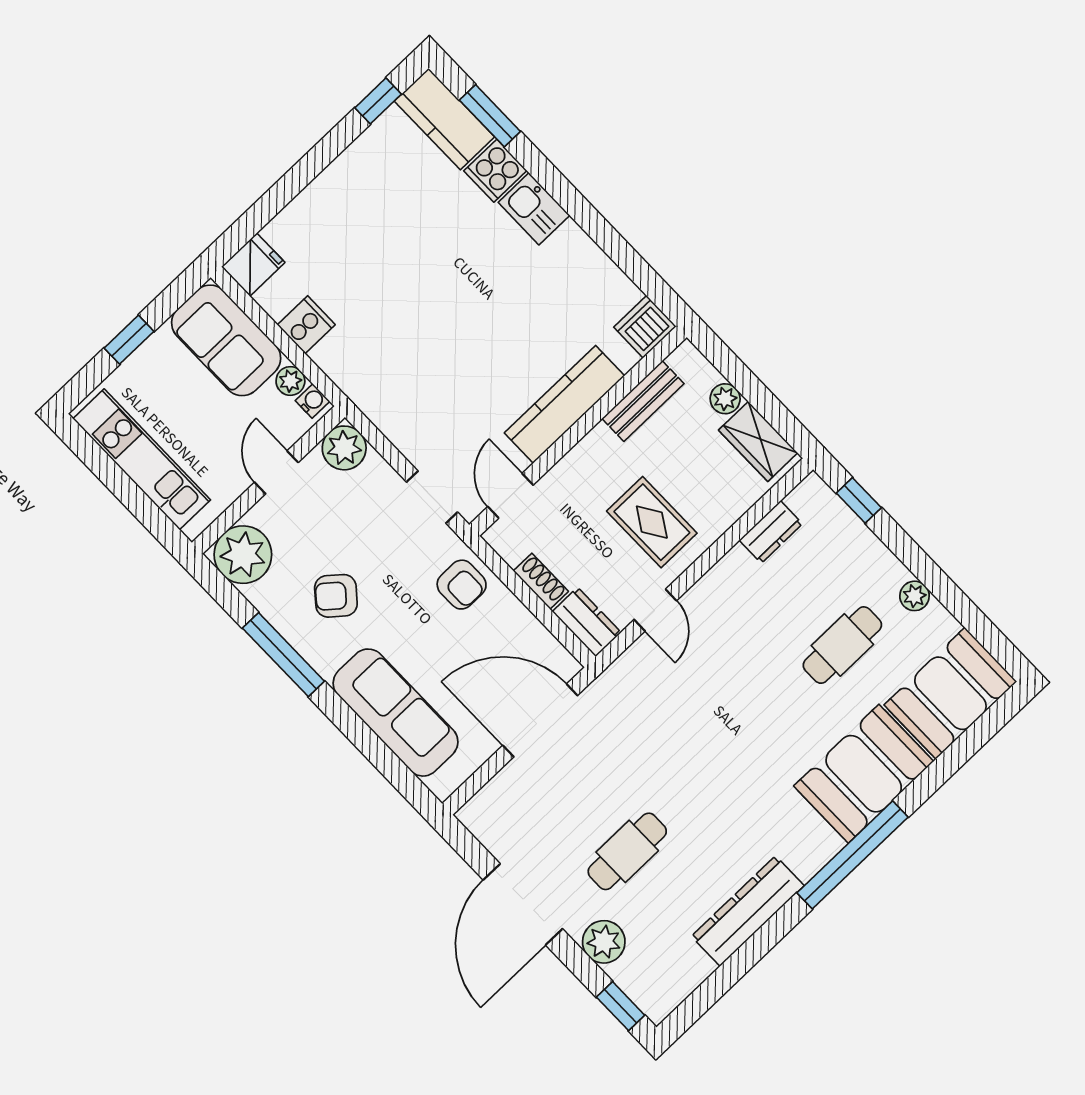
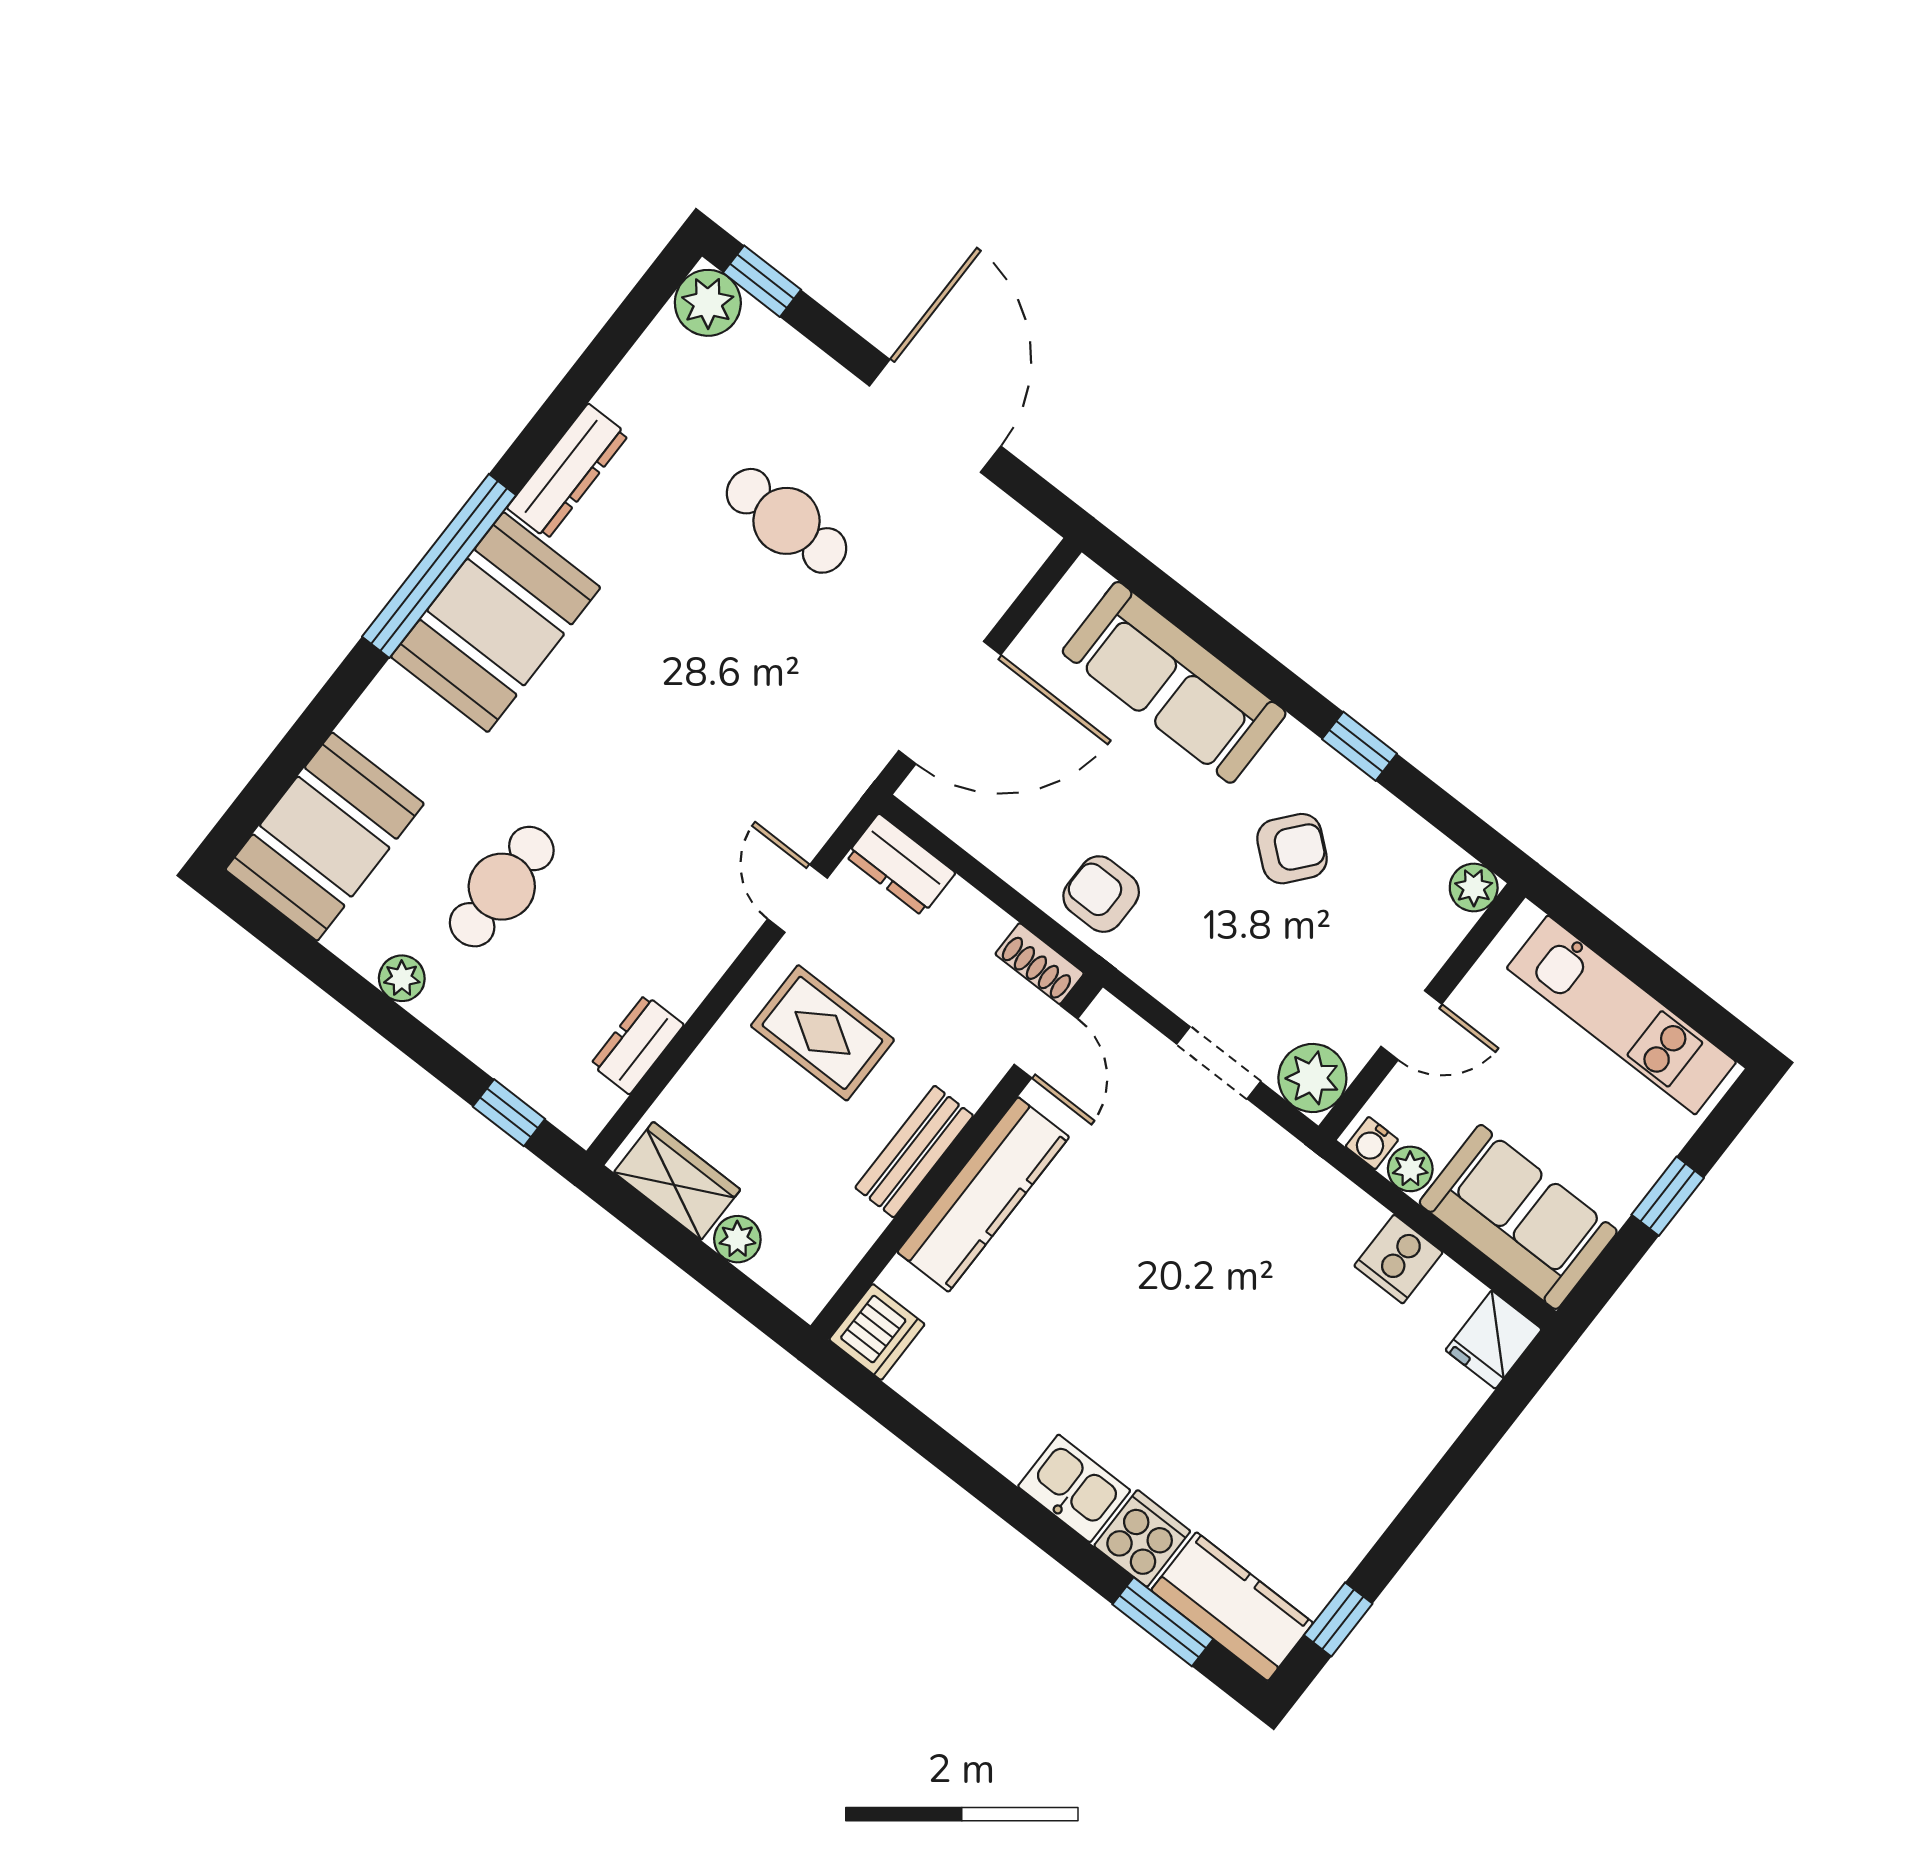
bench: (643, 401) -> (914, 1152), moved
door: (276, 472) -> (1411, 1025), hinge flipped
doorway: (432, 497) -> (1219, 1063), moved
plant: (243, 555) -> (1474, 887), width x0.53, depth x0.53
shoe rack: (541, 581) -> (1040, 964), moved
window: (283, 655) -> (1359, 746), width x0.46
booth: (864, 774) -> (496, 622), moved
cafe table: (627, 851) -> (786, 521), turned 90
dresser: (748, 911) -> (568, 471), width x0.73, depth x0.80
plant: (604, 942) -> (708, 303), moved

